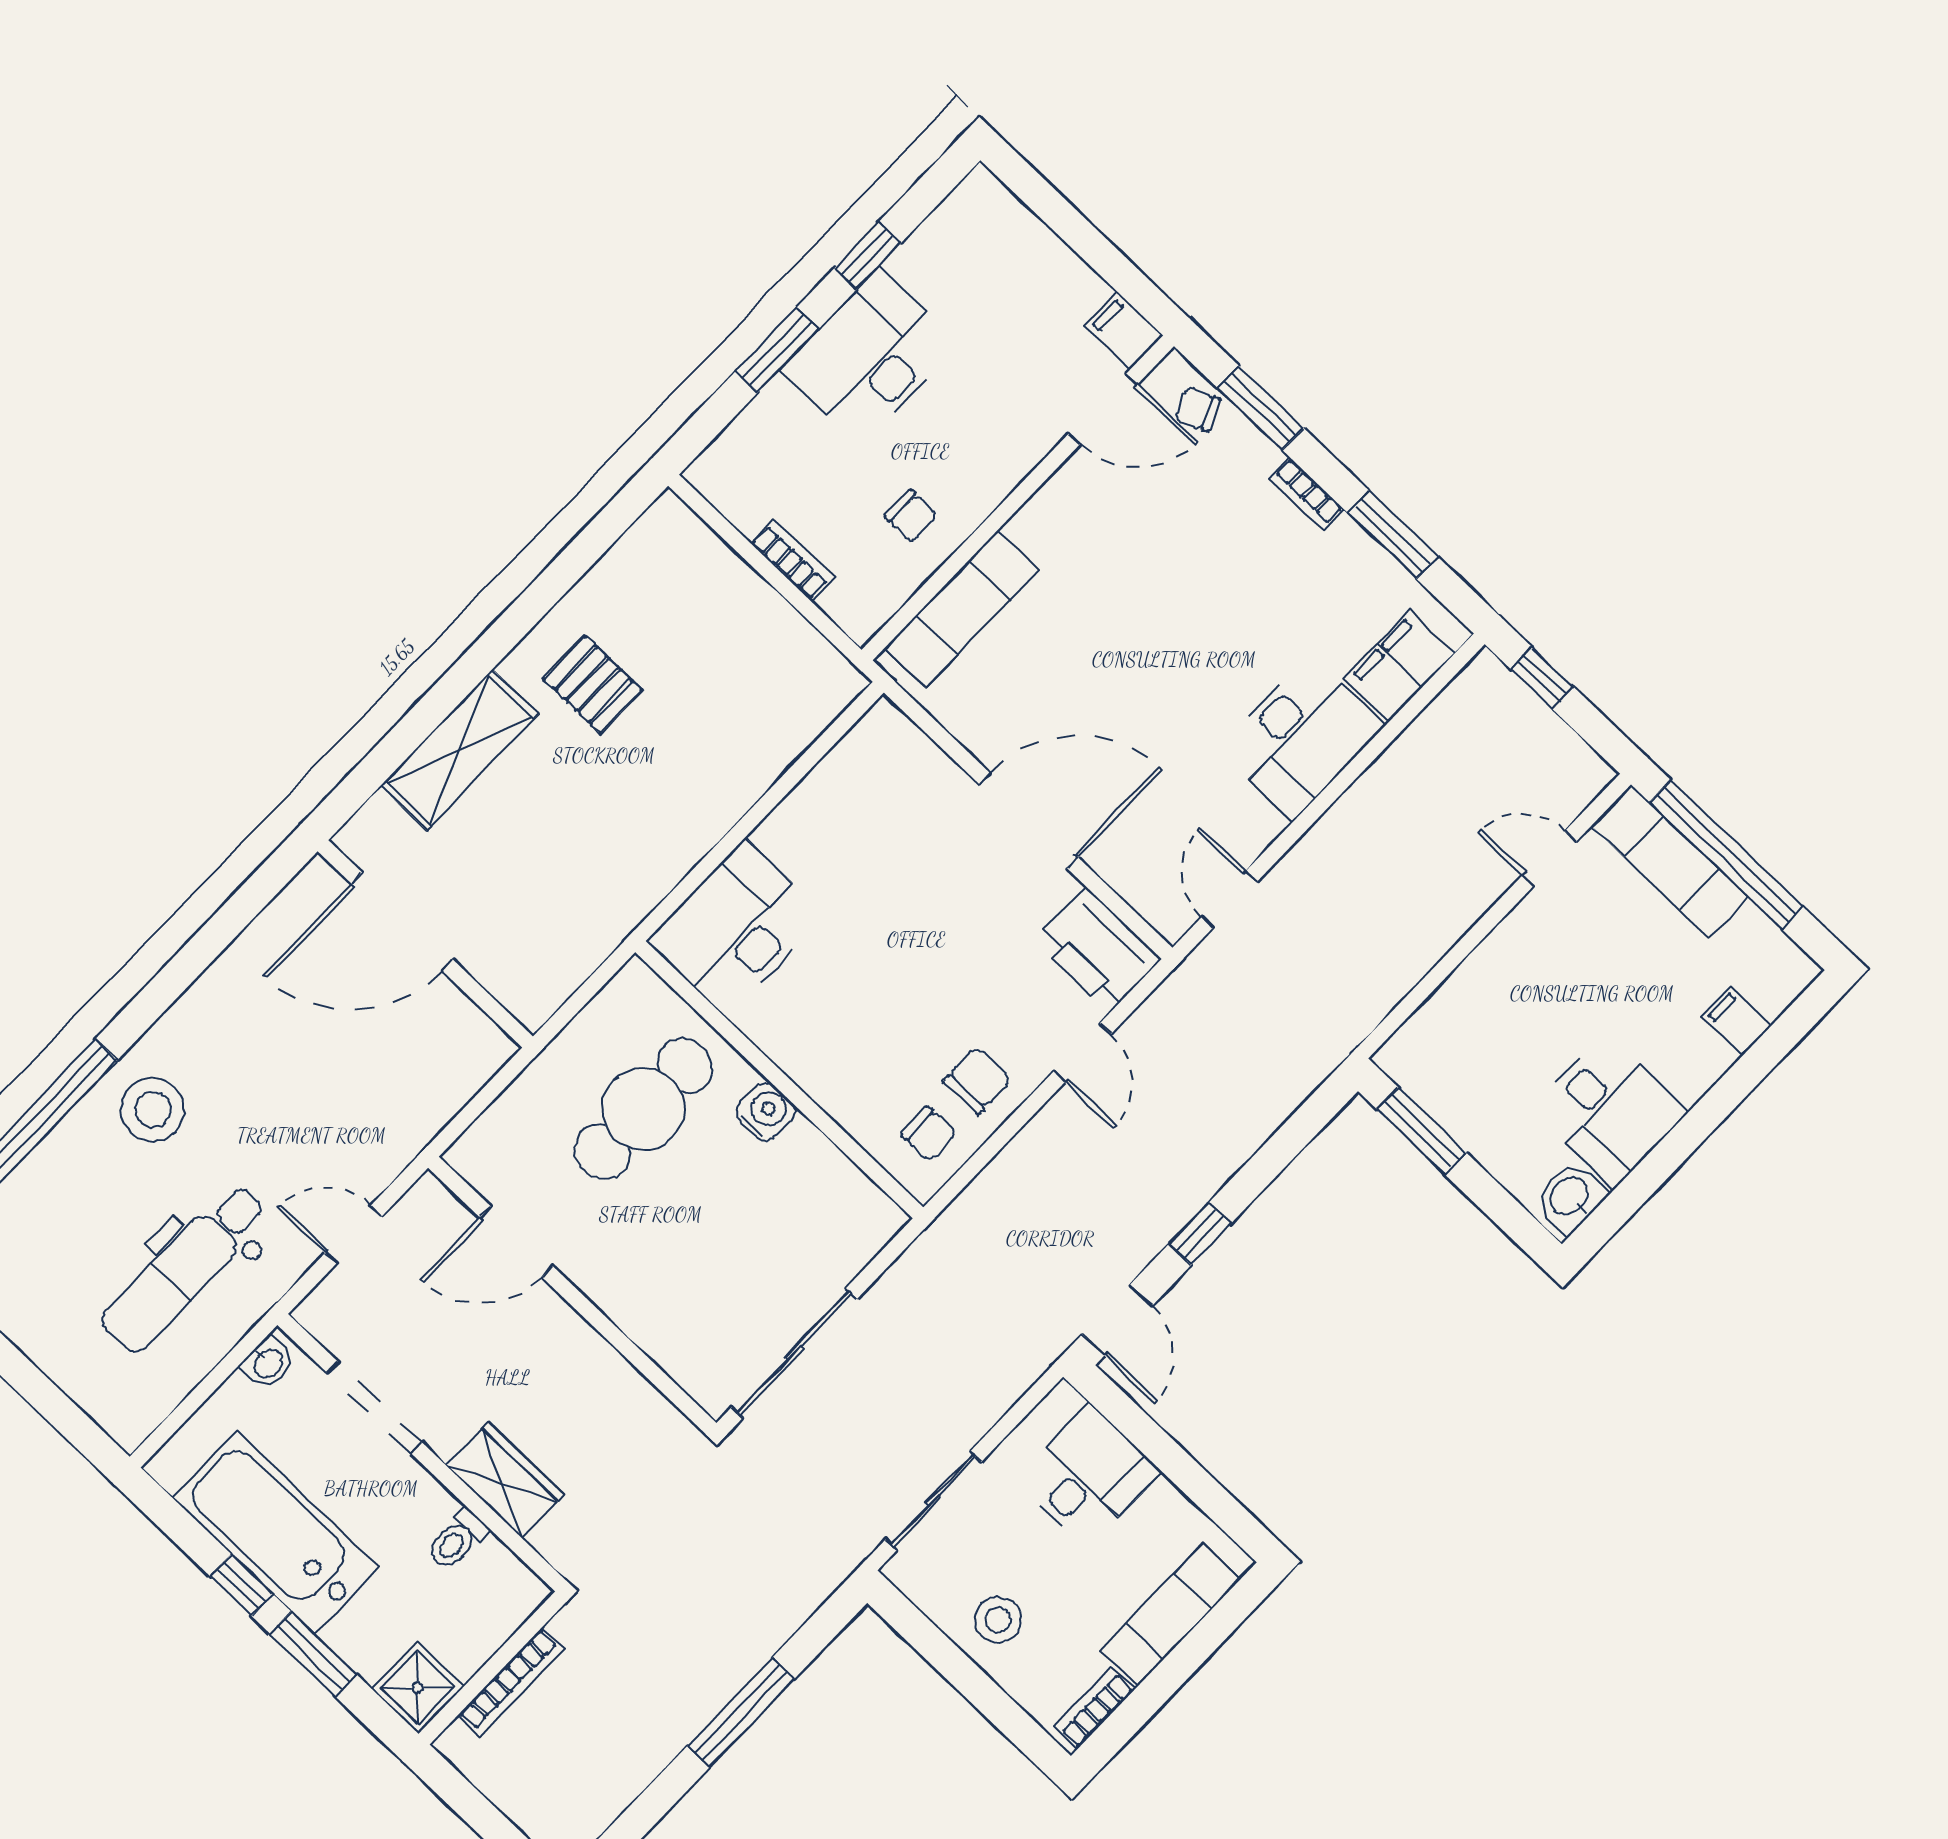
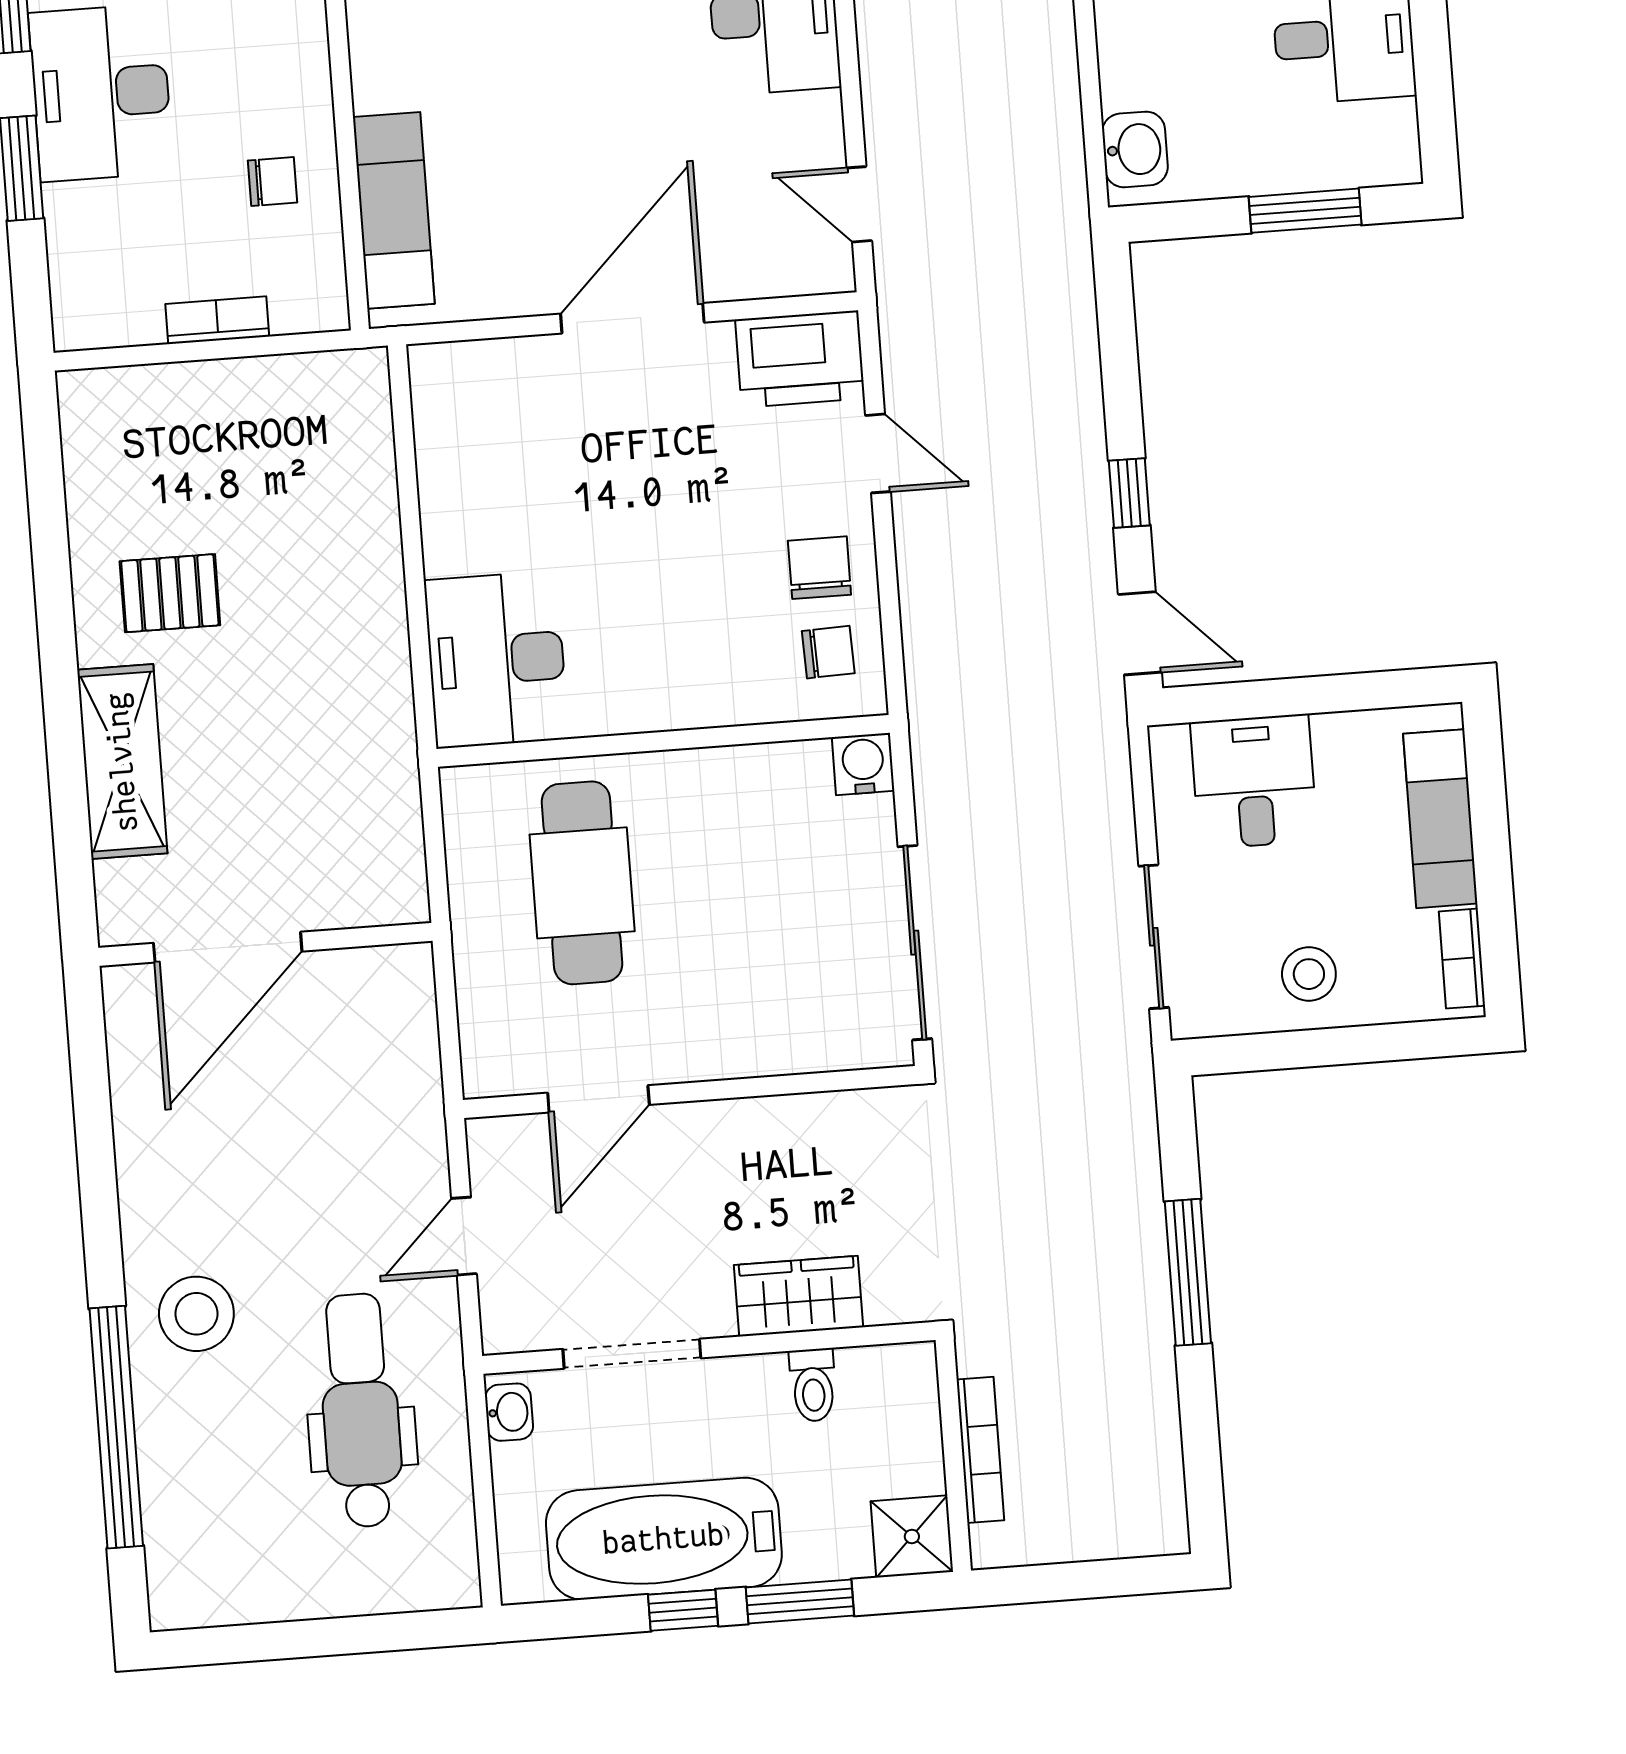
water cooler: (766, 1112) -> (863, 764), moved
window: (1422, 1131) -> (1305, 211), moved
washbasin: (1570, 1197) -> (1135, 149), moved, turned 180
dental chair: (185, 1268) -> (361, 1410), turned 180

